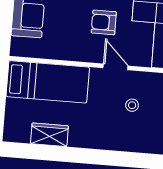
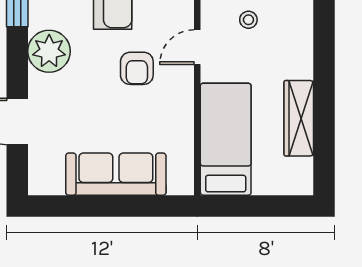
wardrobe: (49, 135) -> (299, 118), width x1.50

